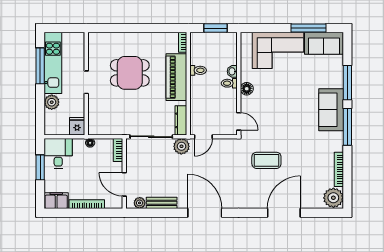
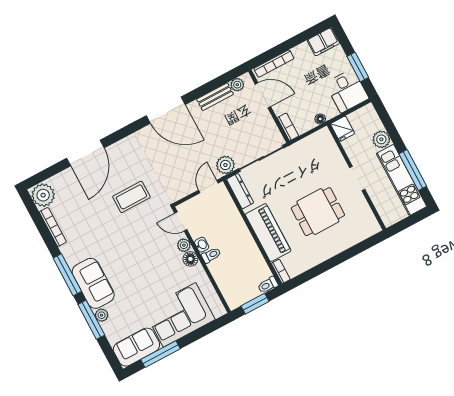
toilet: (198, 70) -> (268, 285), moved
washbasin: (232, 71) -> (202, 245), moved
plant: (338, 82) -> (102, 315), added
plant: (246, 102) -> (184, 245), added
bookcase: (87, 204) -> (274, 64), moved

